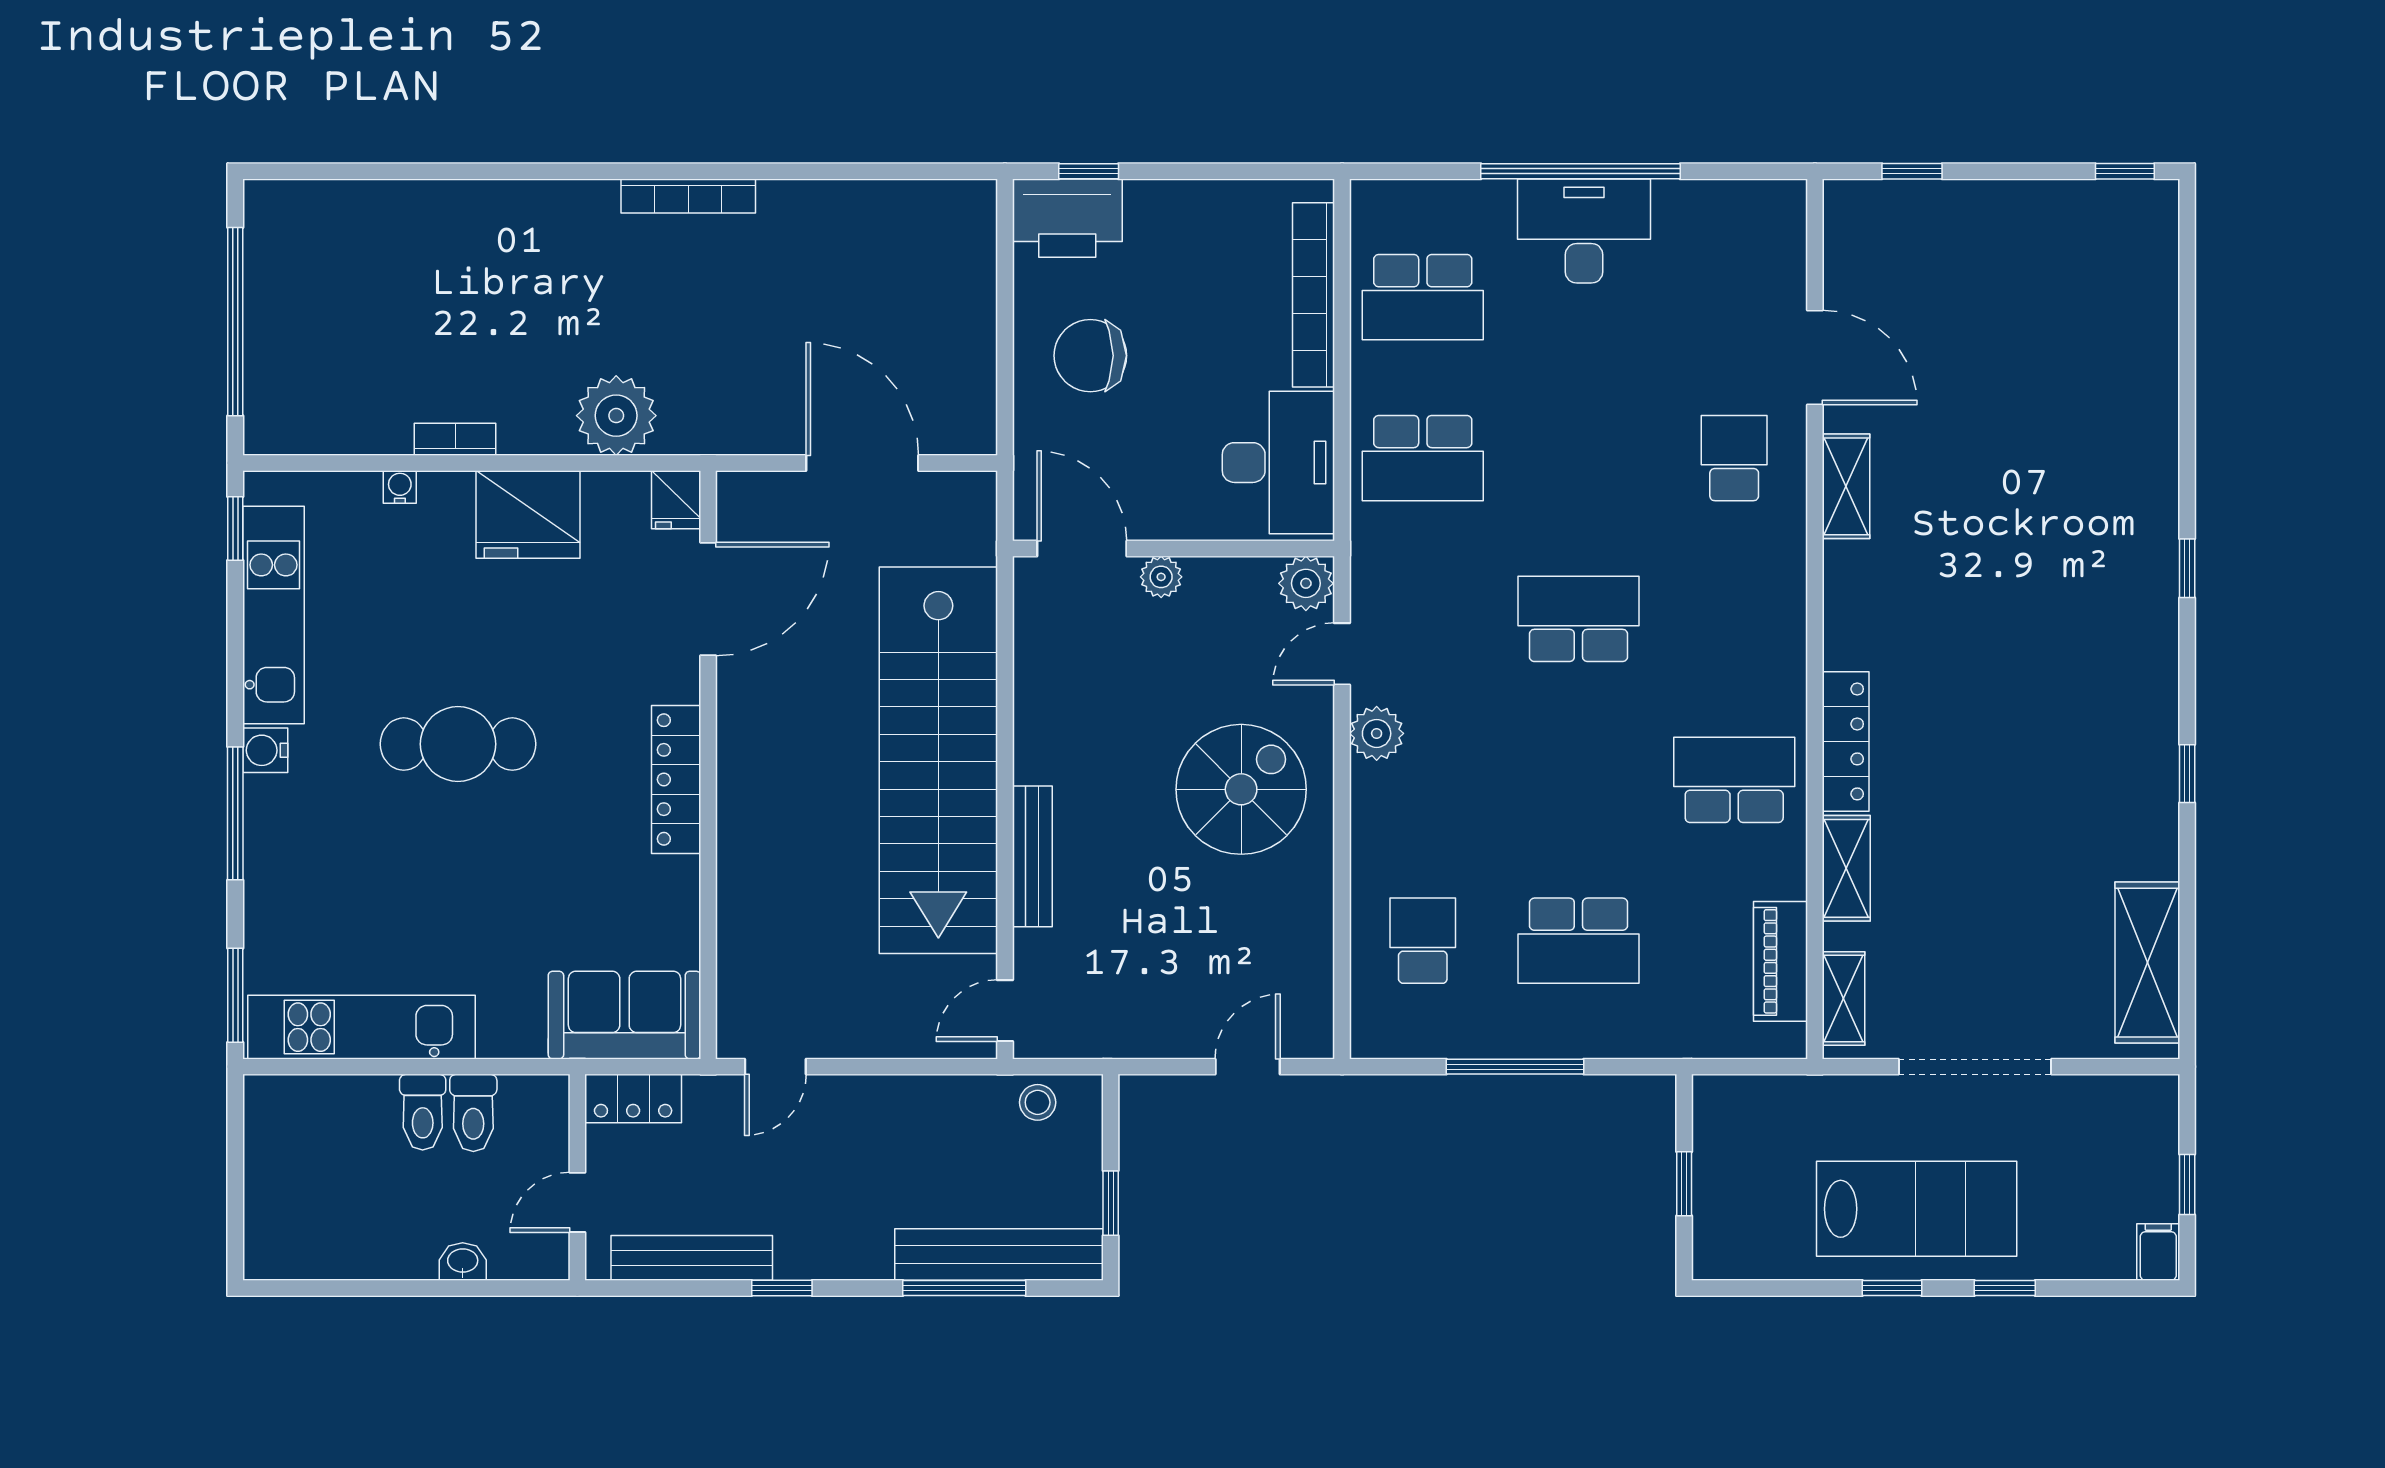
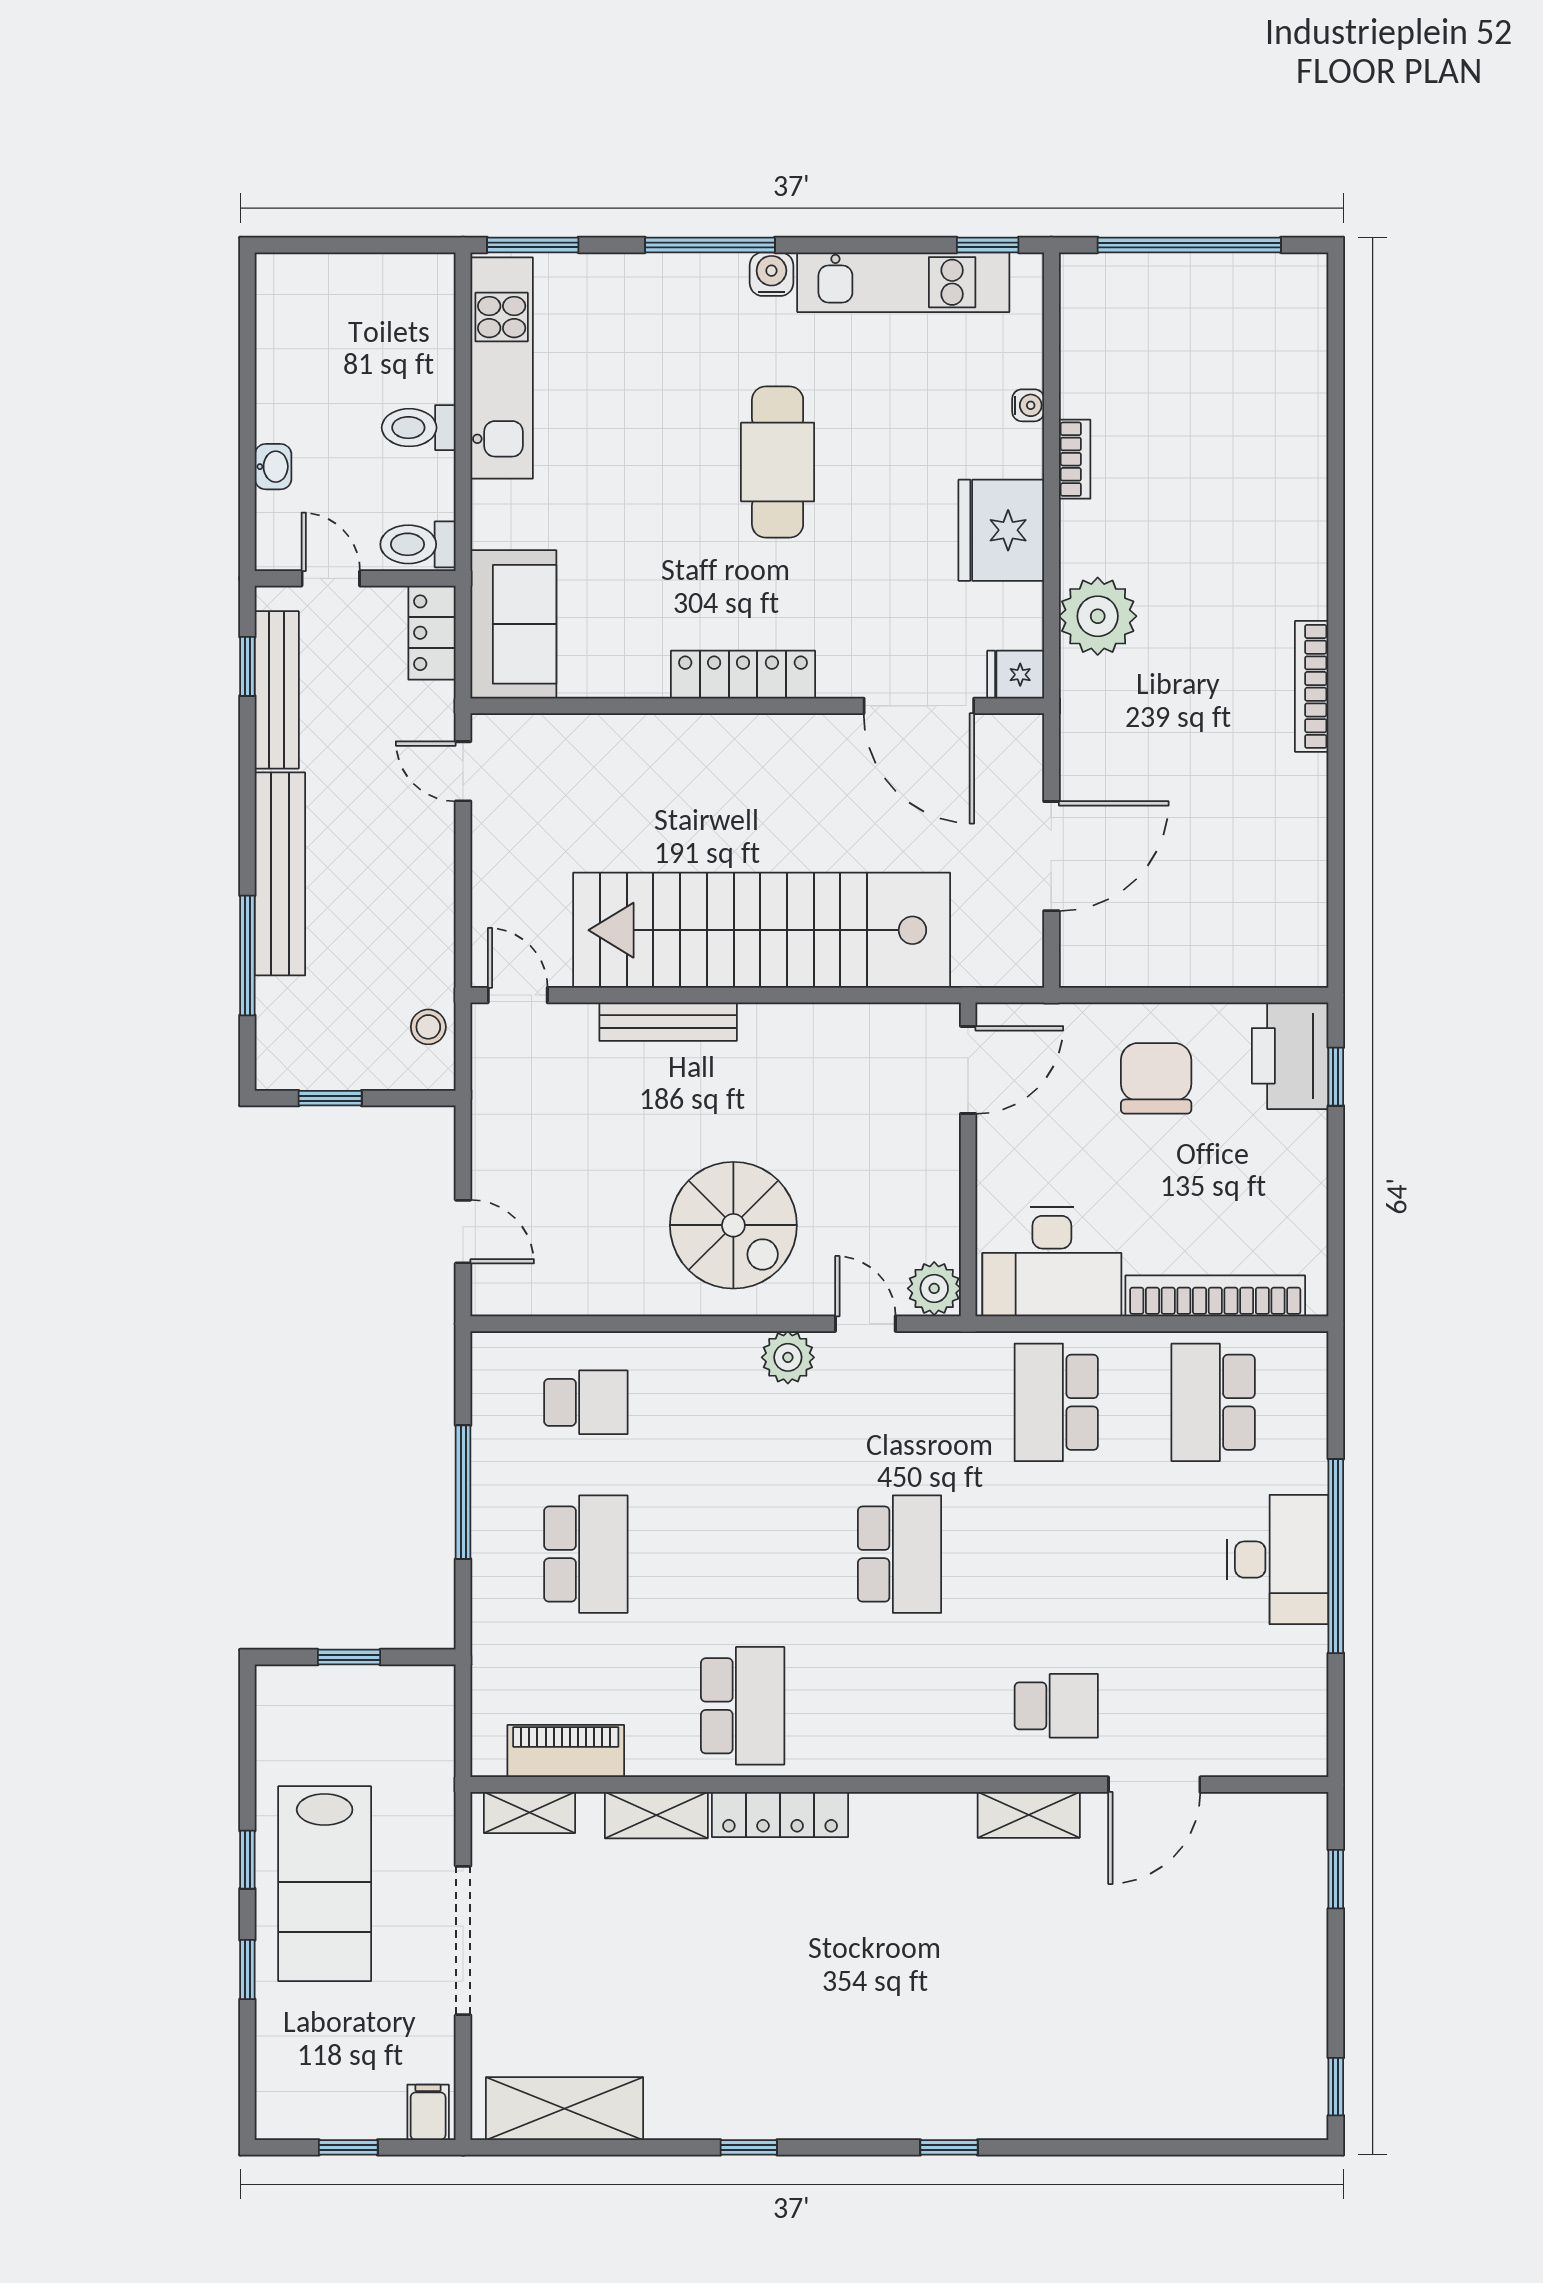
plant: (1161, 577) -> (940, 1147), removed
school desk: (1578, 941) -> (586, 1554), turned 180
toilet: (473, 1113) -> (418, 544), moved
filing cabinet: (2158, 1252) -> (428, 2112), moved, turned -90
bench: (999, 1255) -> (280, 874), moved
window: (782, 1288) -> (247, 666), moved

